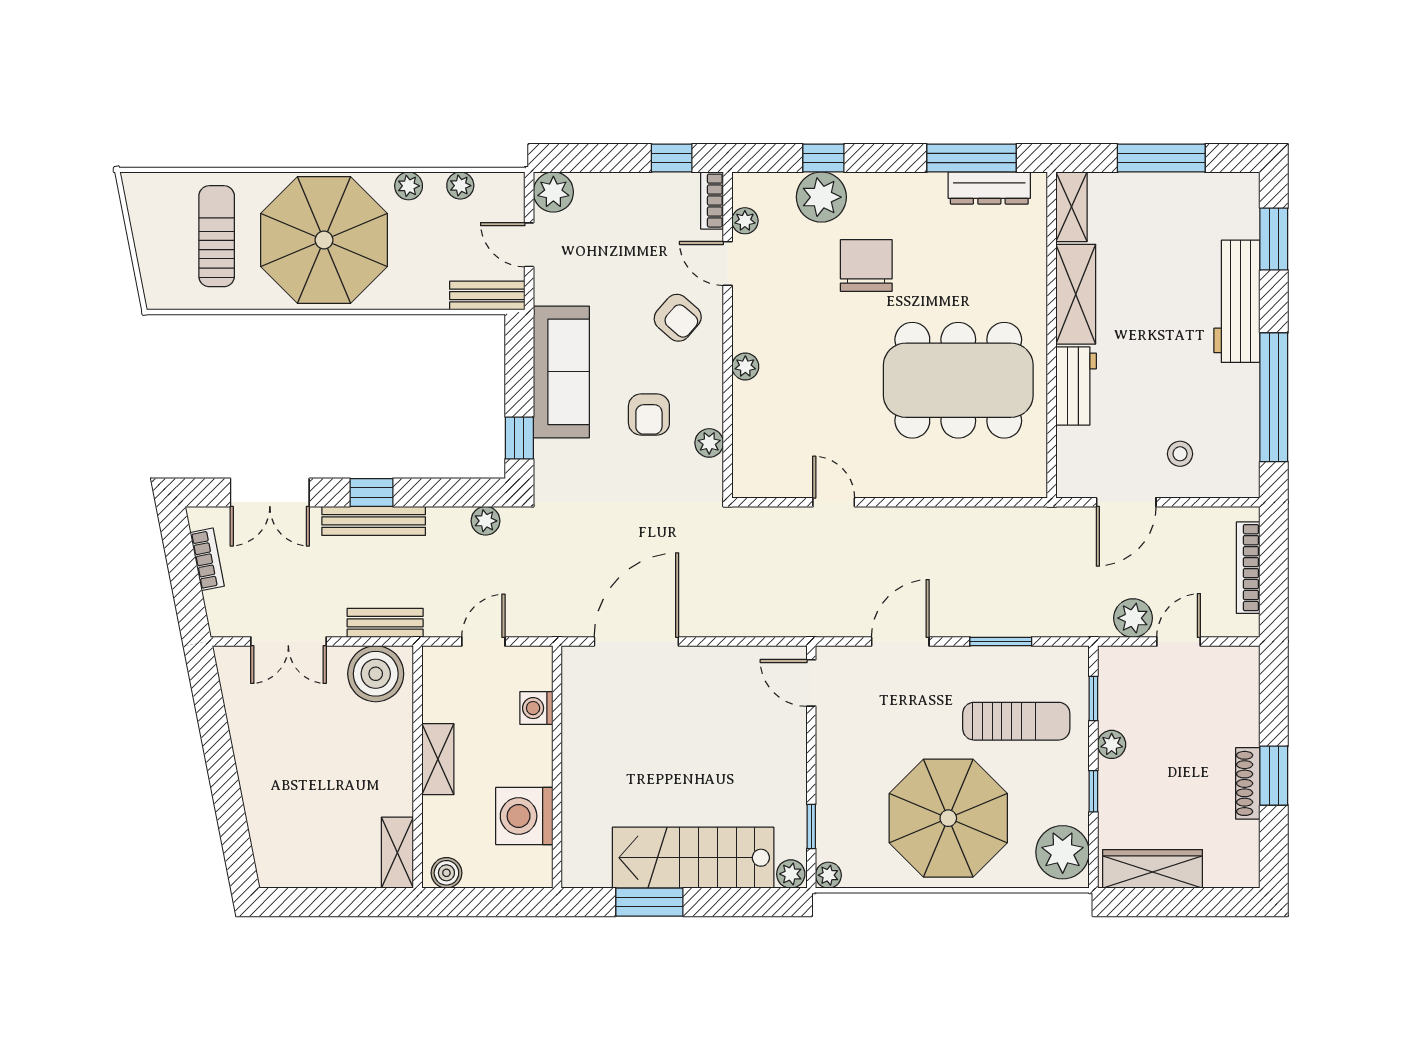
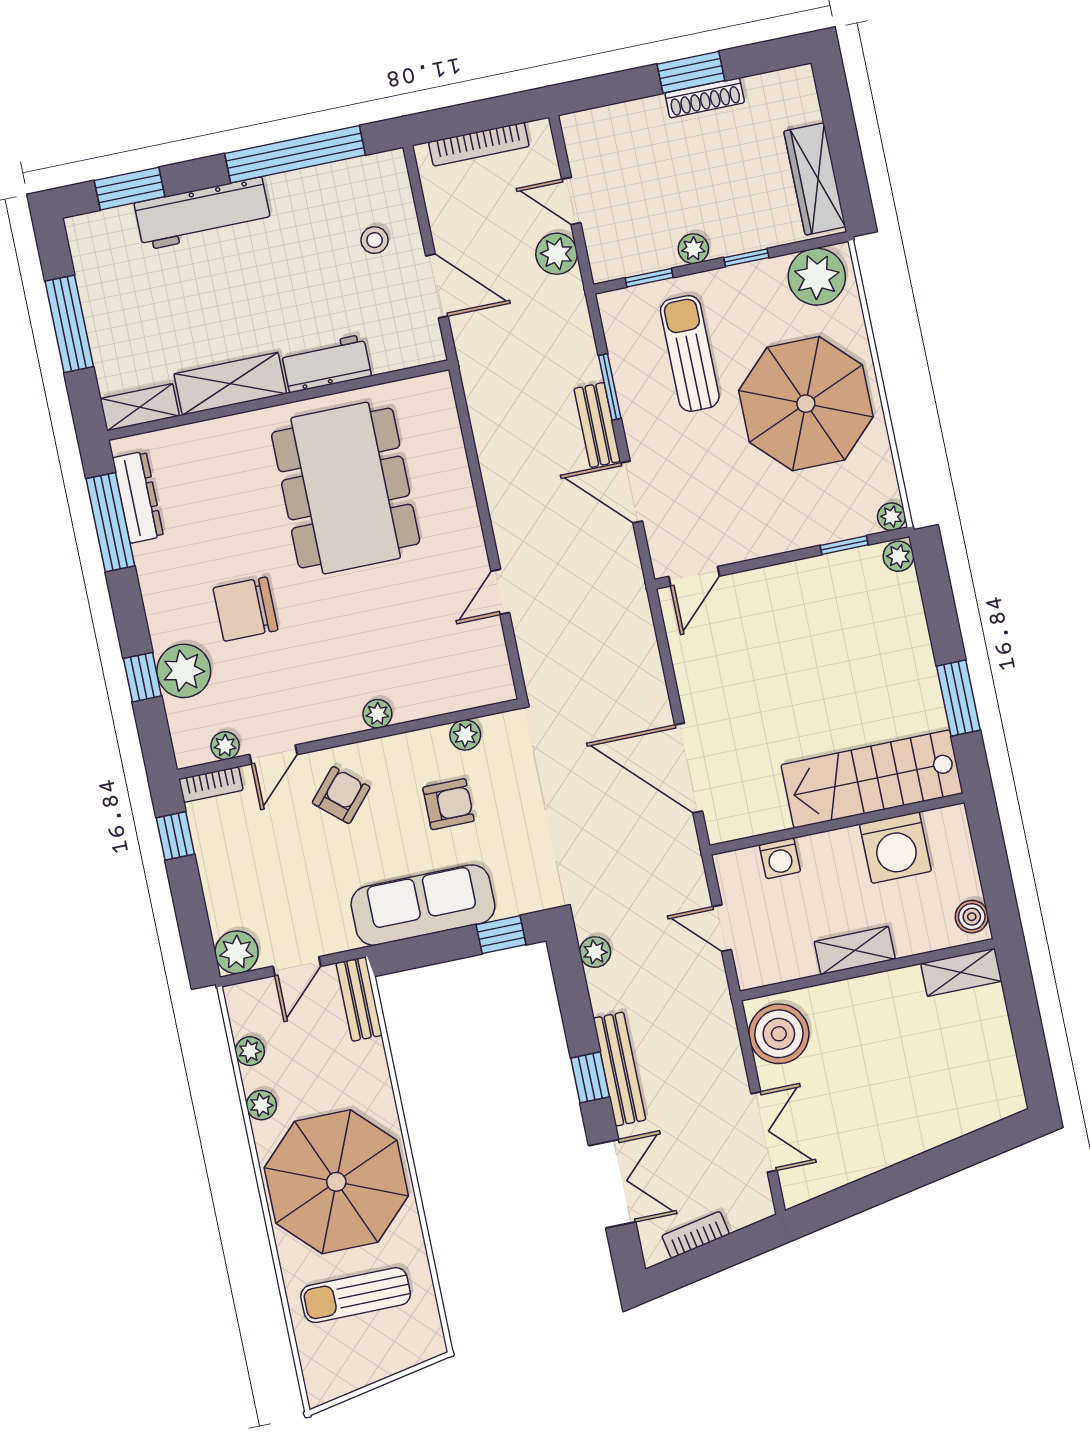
bench: (385, 623) -> (597, 425), moved
stairs: (693, 858) -> (872, 779), moved, turned 90

